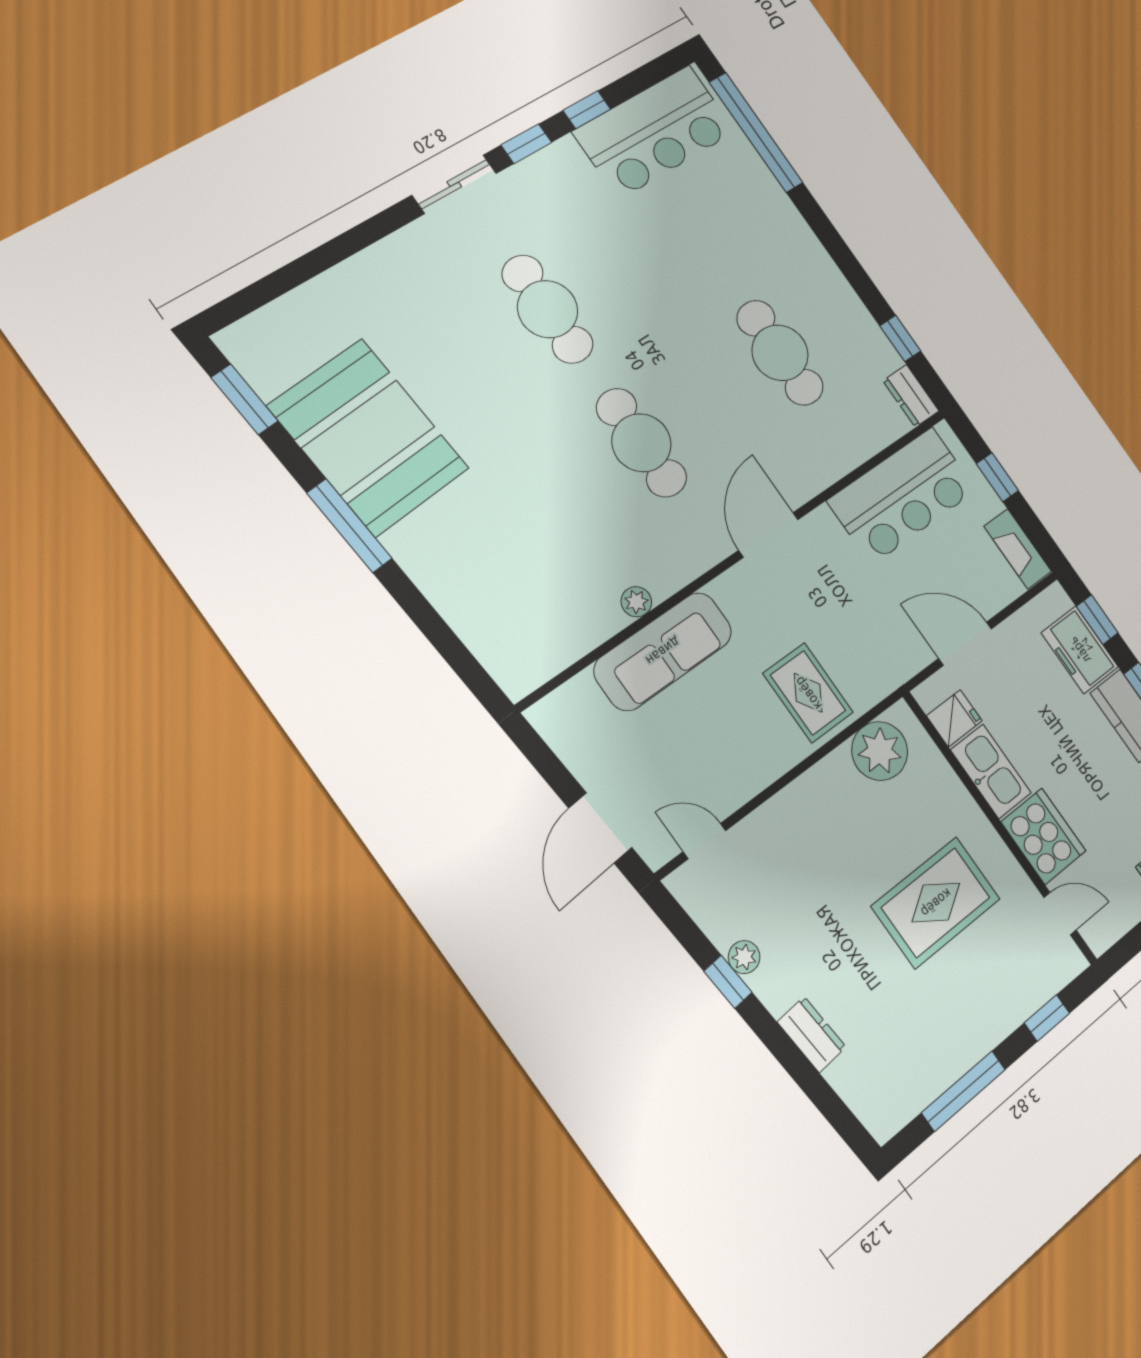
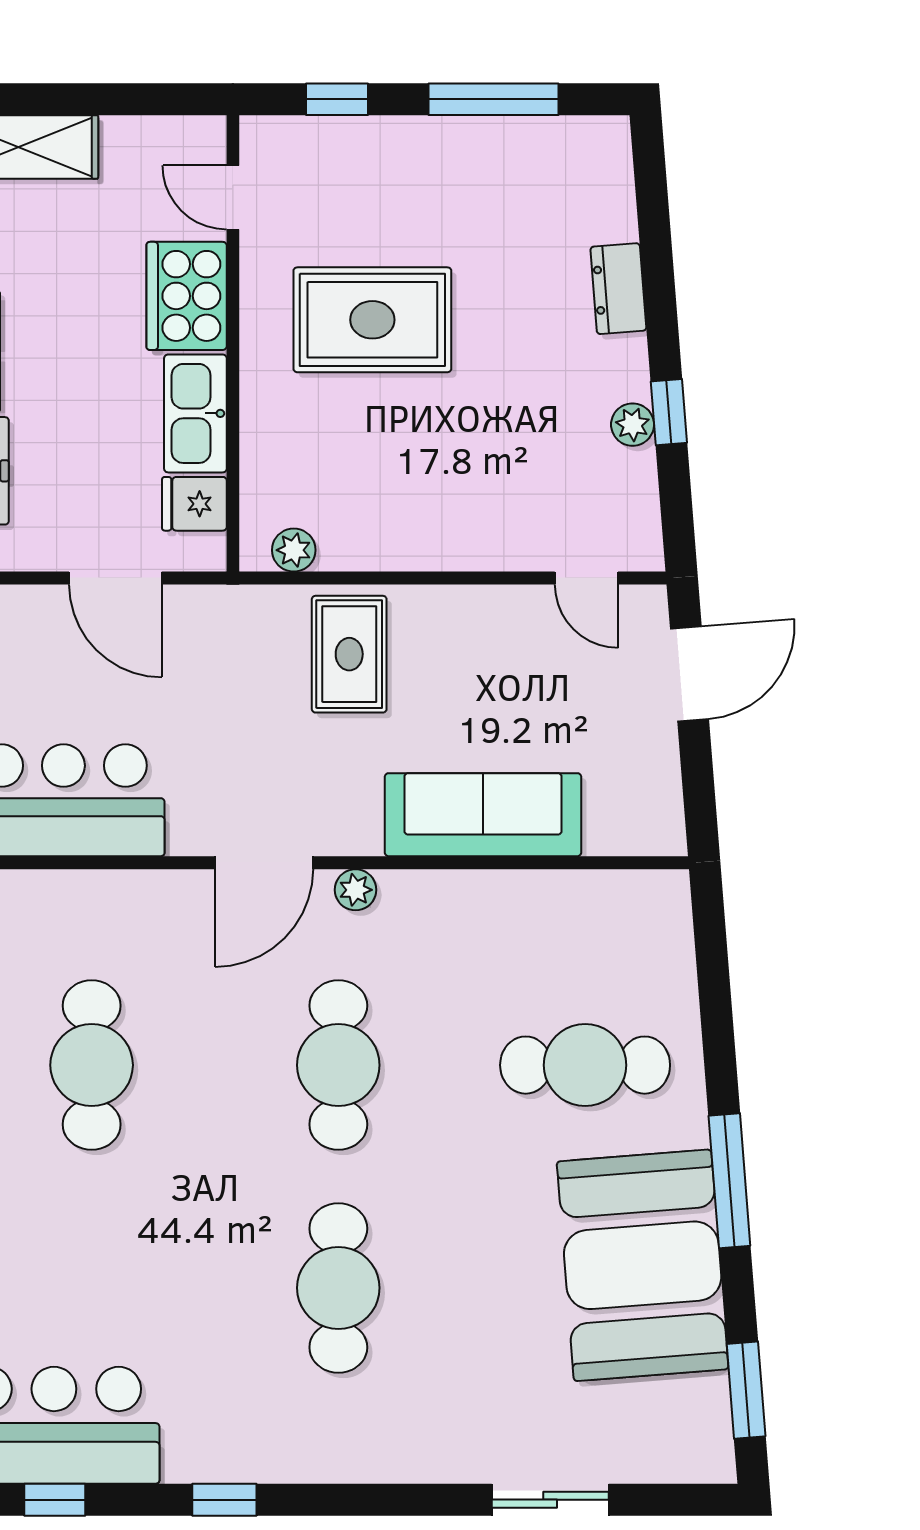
window: (587, 110) -> (55, 1500), moved
sliding door: (454, 184) -> (550, 1500), moved
cafe table: (493, 539) -> (585, 1065), added
plant: (636, 602) -> (356, 890), moved
plant: (880, 751) -> (294, 550), width x0.53, depth x0.53

